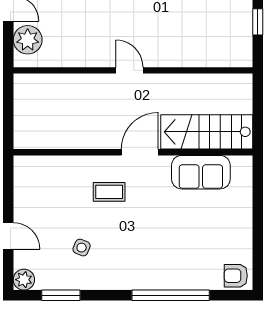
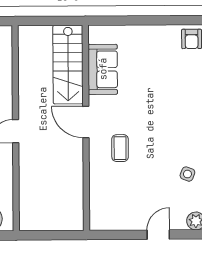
side table: (82, 248) -> (187, 174), moved

